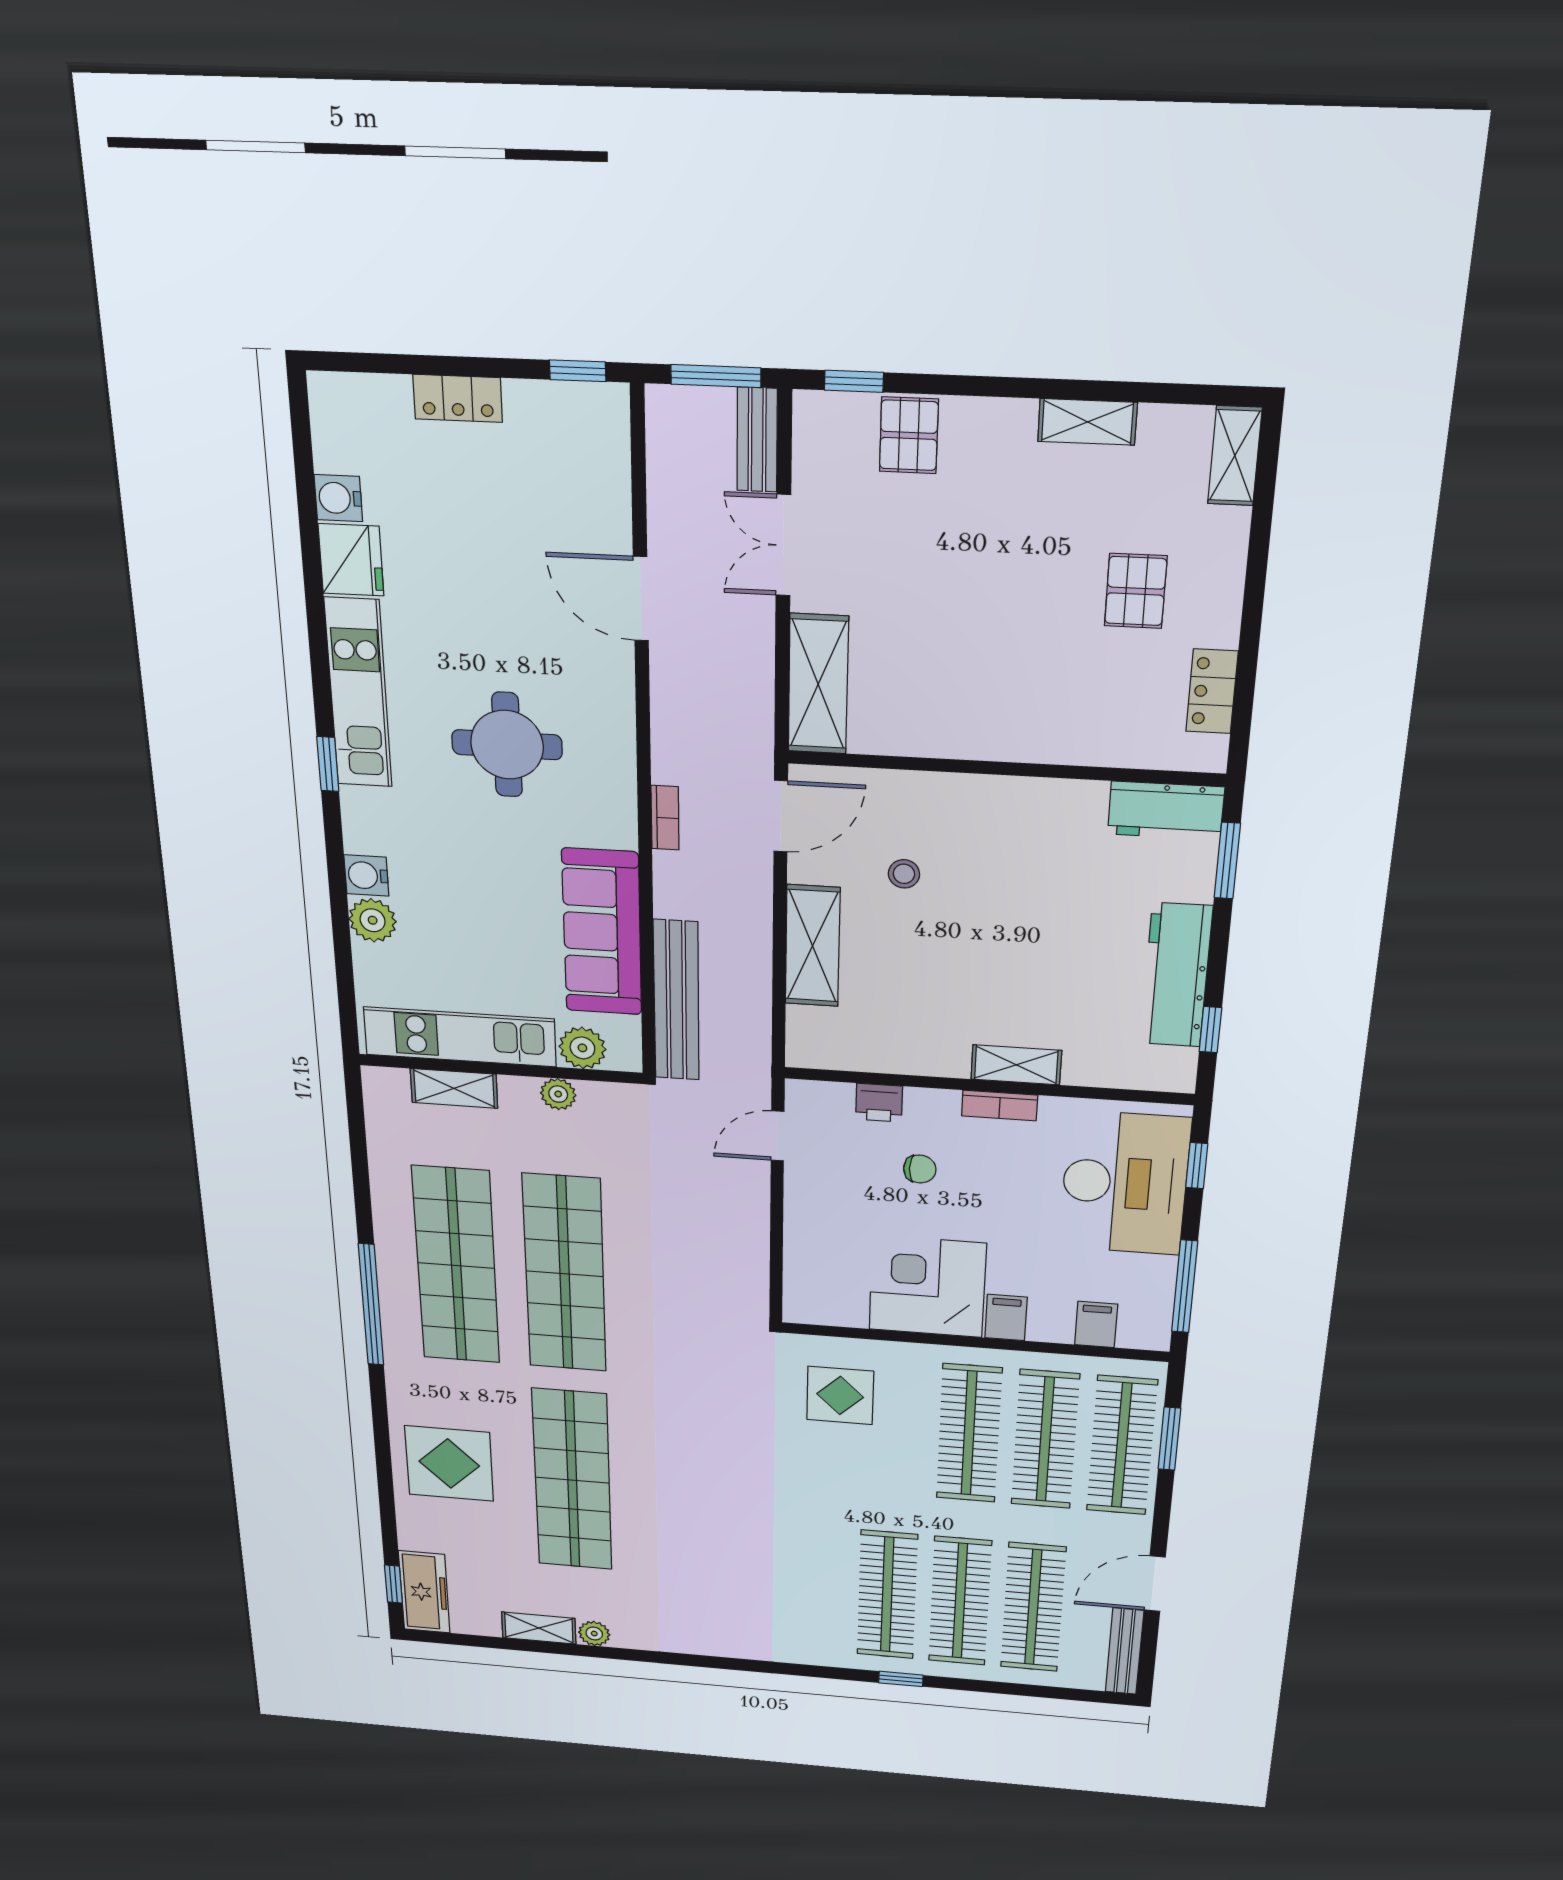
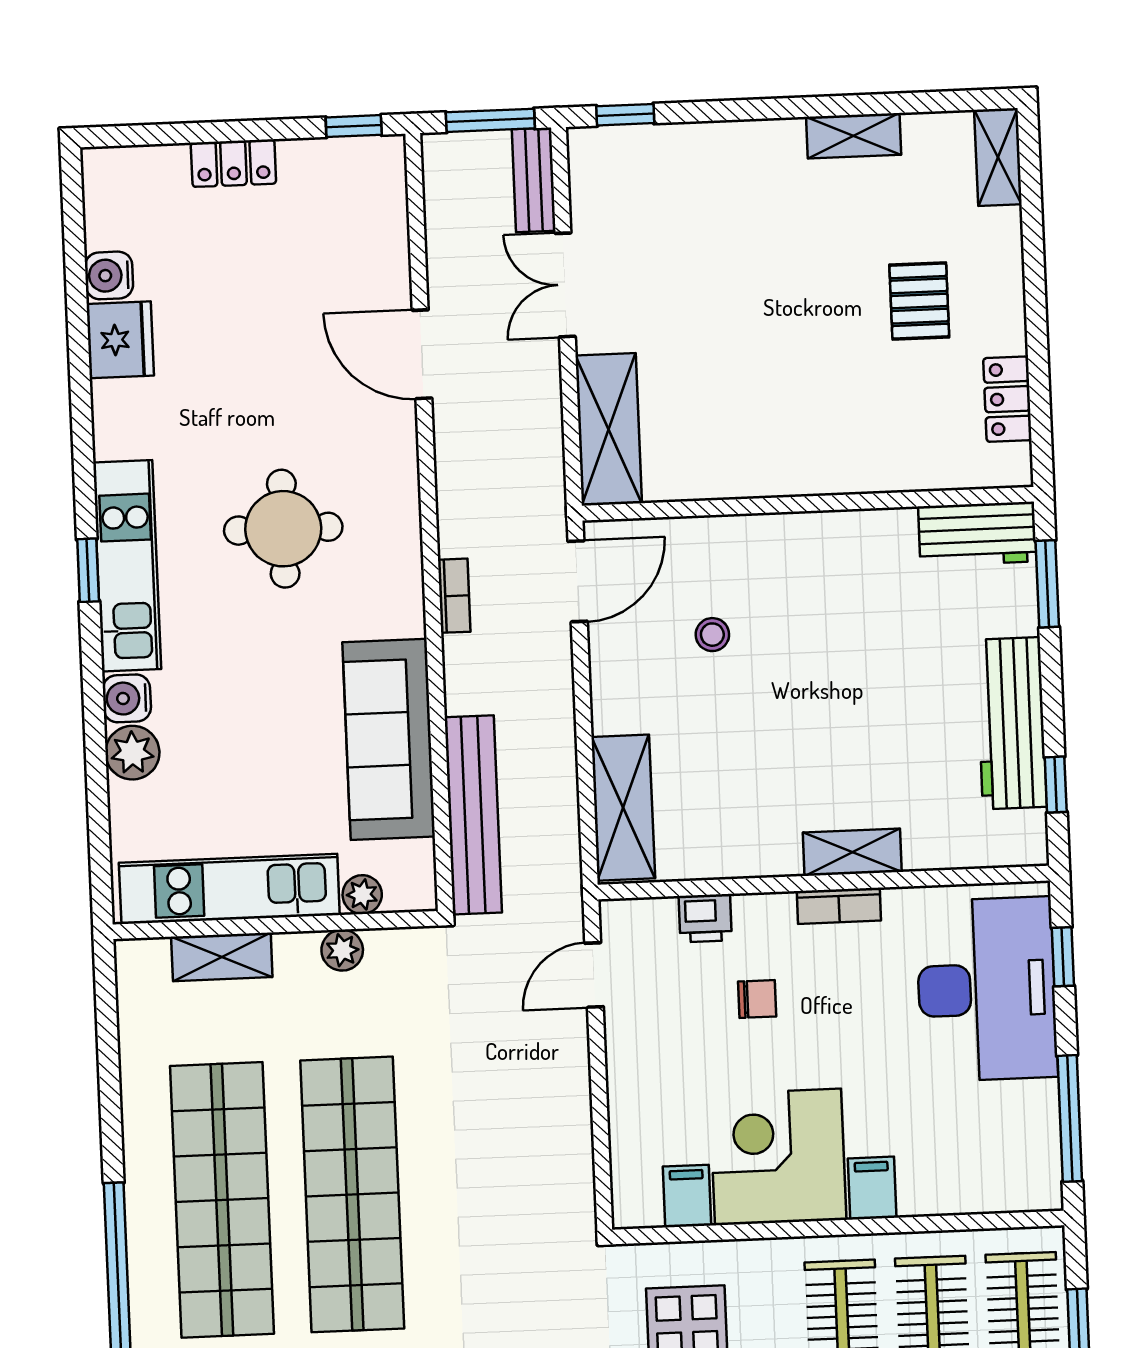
pallet: (909, 435) -> (682, 163), removed
kitchen unit: (358, 693) -> (127, 566), moved
shelving: (813, 946) -> (623, 808), moved
plant: (582, 1048) -> (362, 895), width x0.73, depth x0.73
filing cabinet: (1096, 1324) -> (687, 1196), moved

